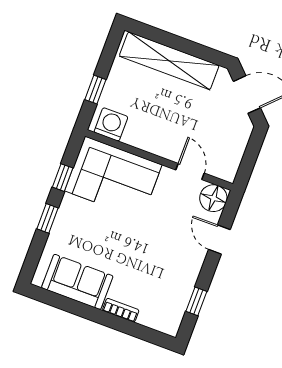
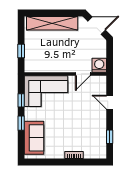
washing machine: (111, 124) -> (99, 65), moved
door: (190, 172) -> (83, 74), swing flipped
floor lamp: (213, 198) -> (99, 83), removed
sofa: (77, 282) -> (34, 138), moved, turned 90

